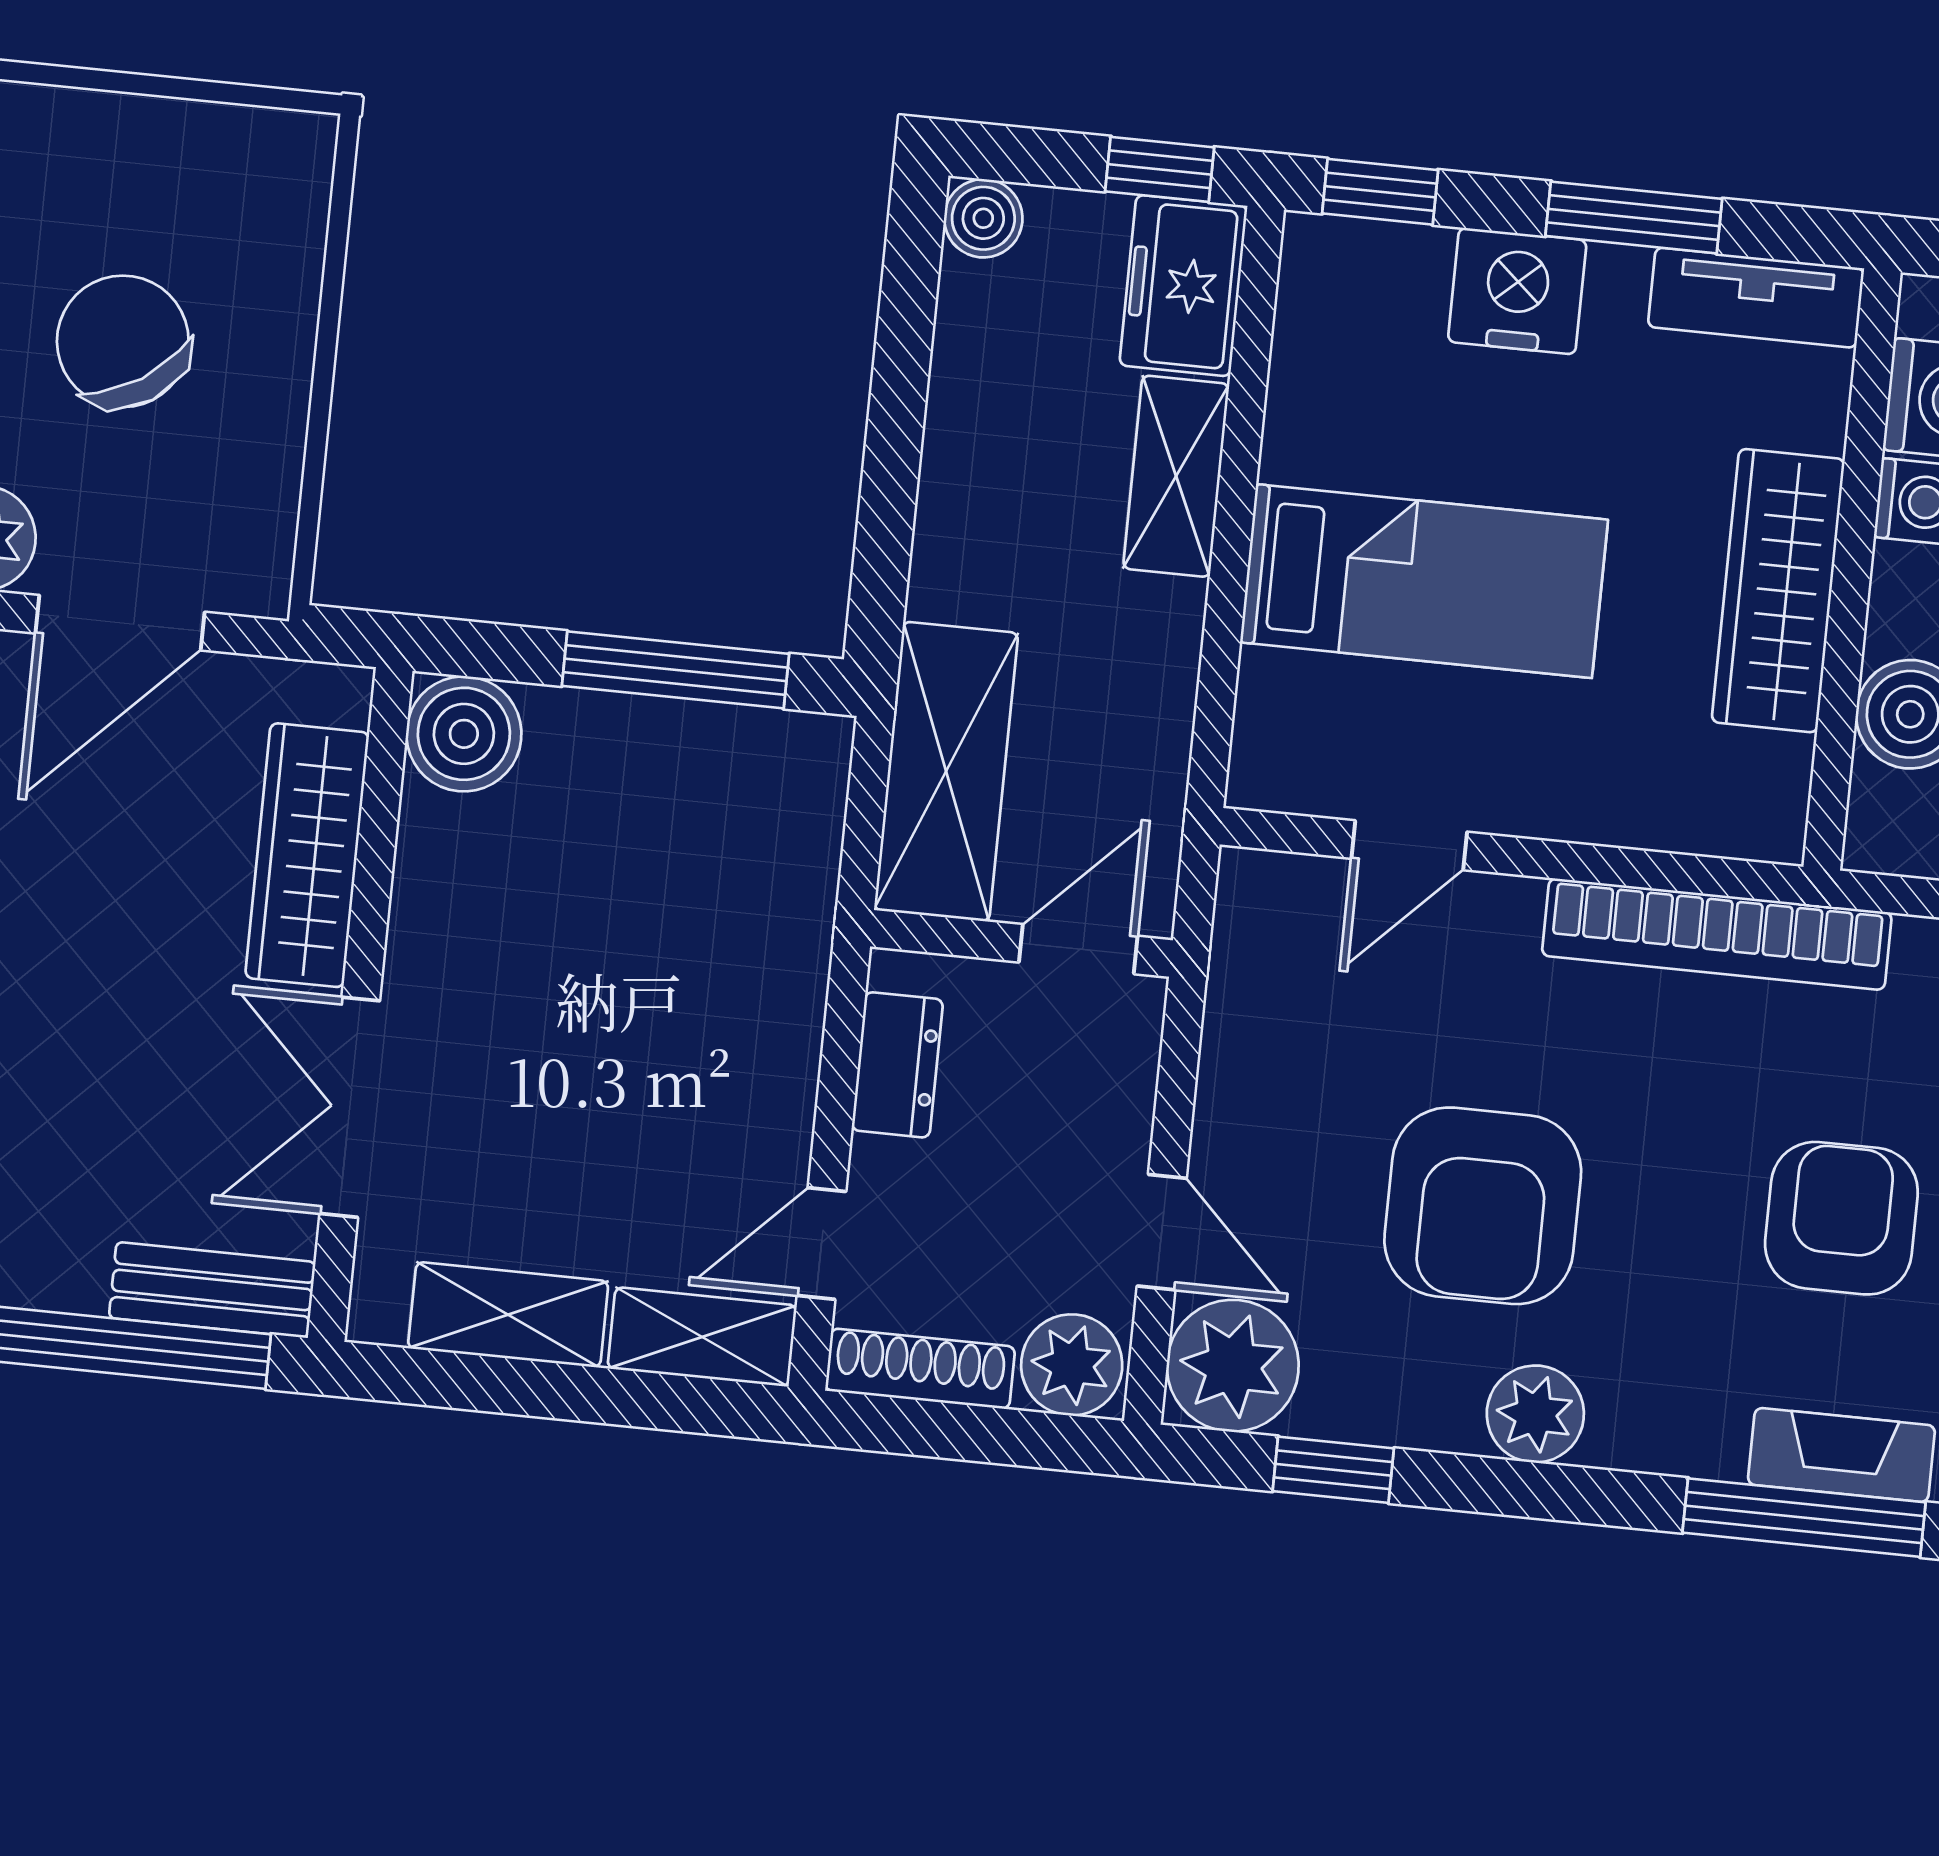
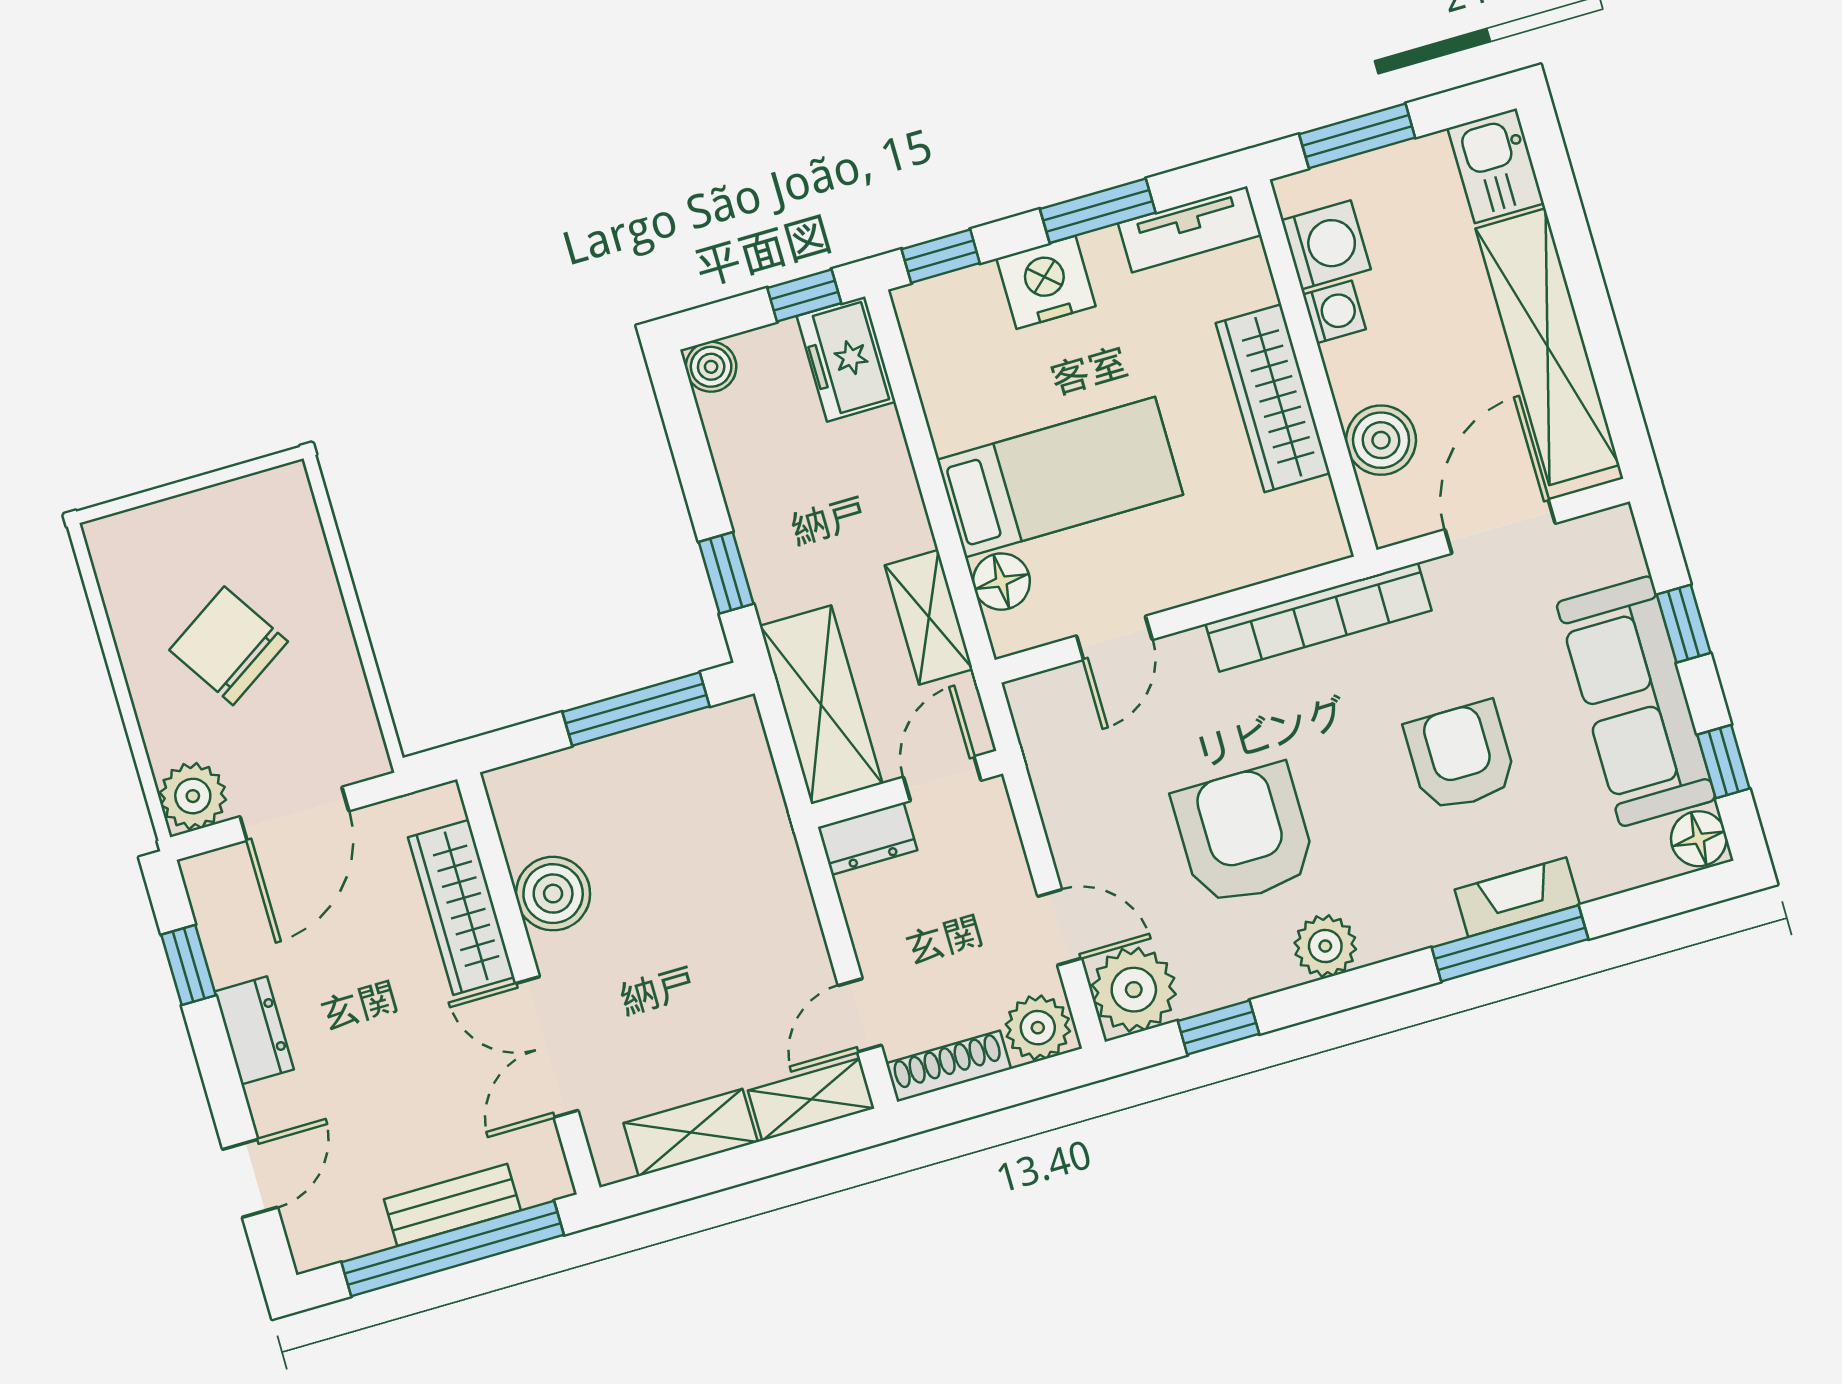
shelving: (1176, 476) -> (929, 617), moved
window: (885, 525) -> (726, 573), added
floor lamp: (1279, 698) -> (1001, 582), added
boiler: (464, 734) -> (553, 894), moved
dresser: (897, 1065) -> (868, 839), moved, turned 90
armchair: (1483, 1206) -> (1244, 835), turned 180
bench: (212, 1290) -> (452, 1205), moved

